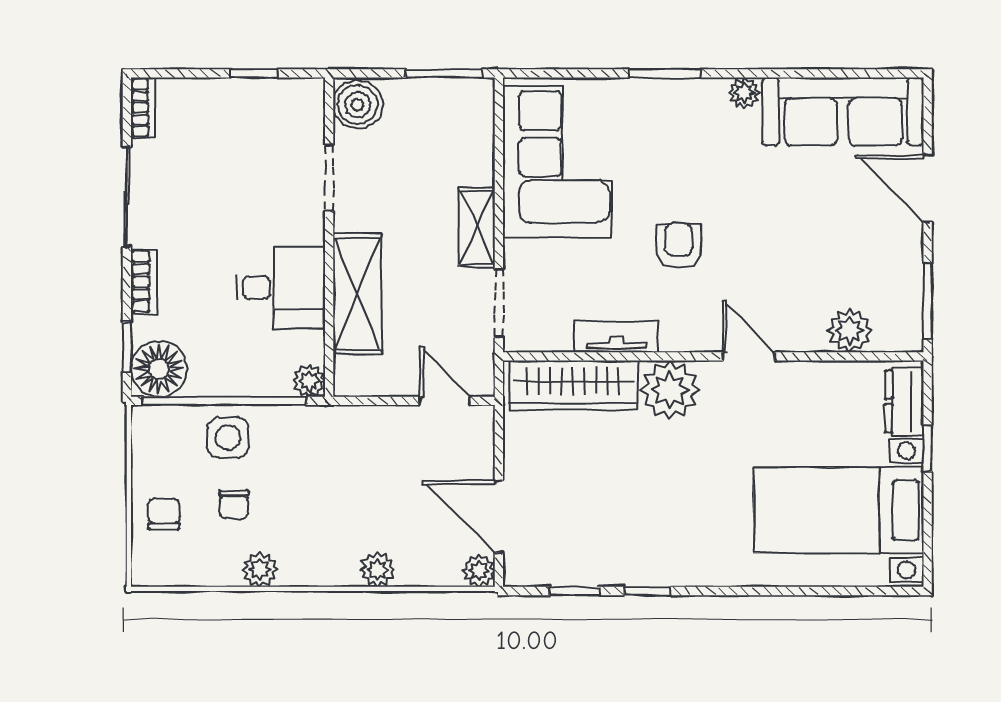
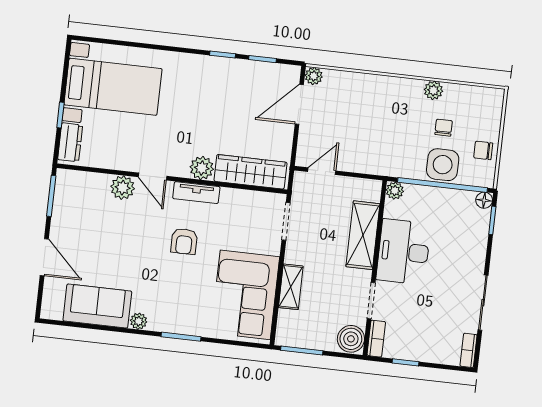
sofa: (843, 112) -> (97, 306), width x0.73
shelving: (477, 228) -> (291, 287), moved
bookcase: (144, 282) -> (376, 339), moved, turned 180
desk: (281, 288) -> (403, 252), width x1.37
plant: (850, 330) -> (123, 188), moved
tv unit: (616, 337) -> (196, 193), moved
floor lamp: (159, 369) -> (484, 200), width x0.53, depth x0.53
plant: (670, 390) -> (202, 168), width x0.73, depth x0.73
door: (445, 401) -> (322, 171), swing flipped
side table: (228, 438) -> (443, 165), width x1.37, depth x1.37
chair: (164, 514) -> (483, 150), moved, turned 90
door: (499, 517) -> (299, 104), swing flipped
plant: (378, 570) -> (369, 83), removed

